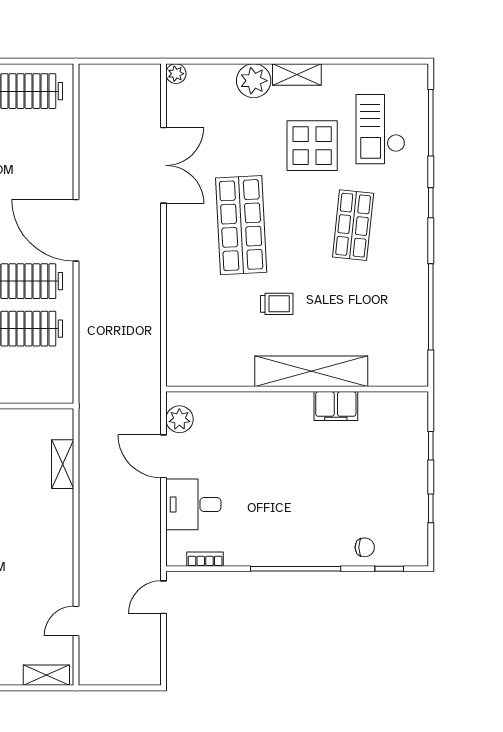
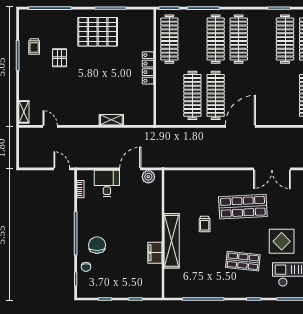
shelving: (63, 464) -> (111, 120), moved
chair: (320, 525) -> (97, 245), added

